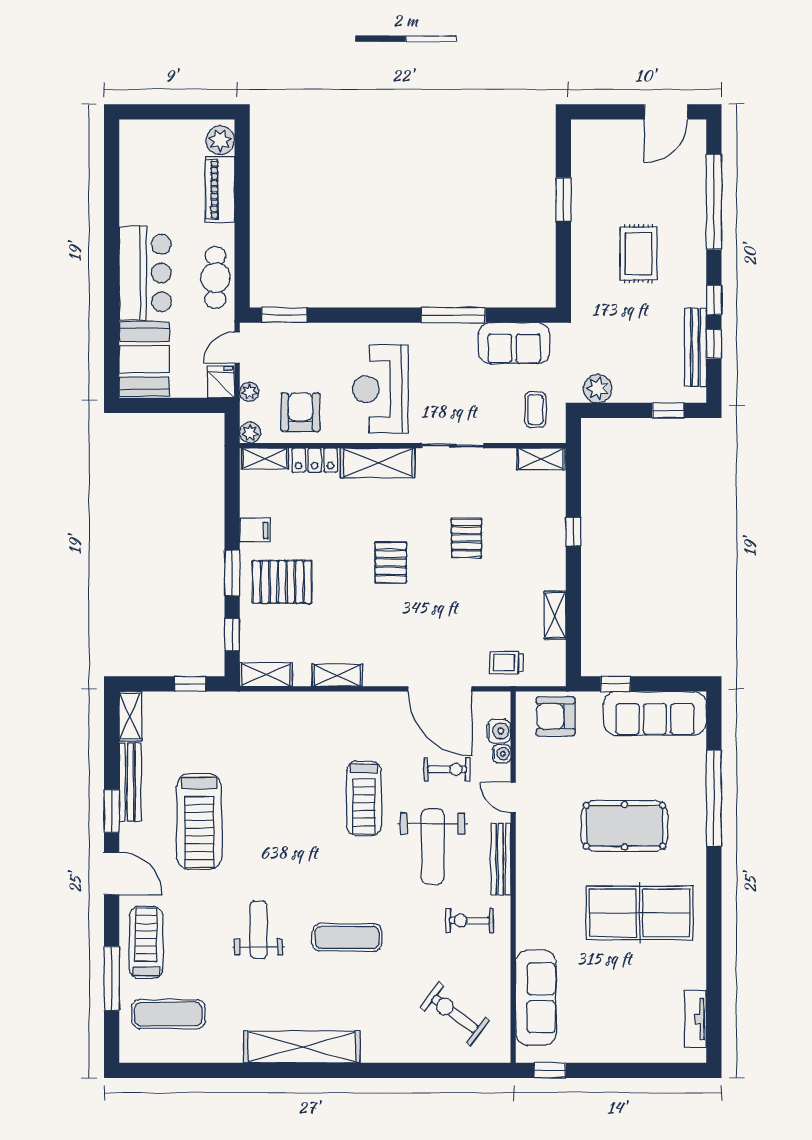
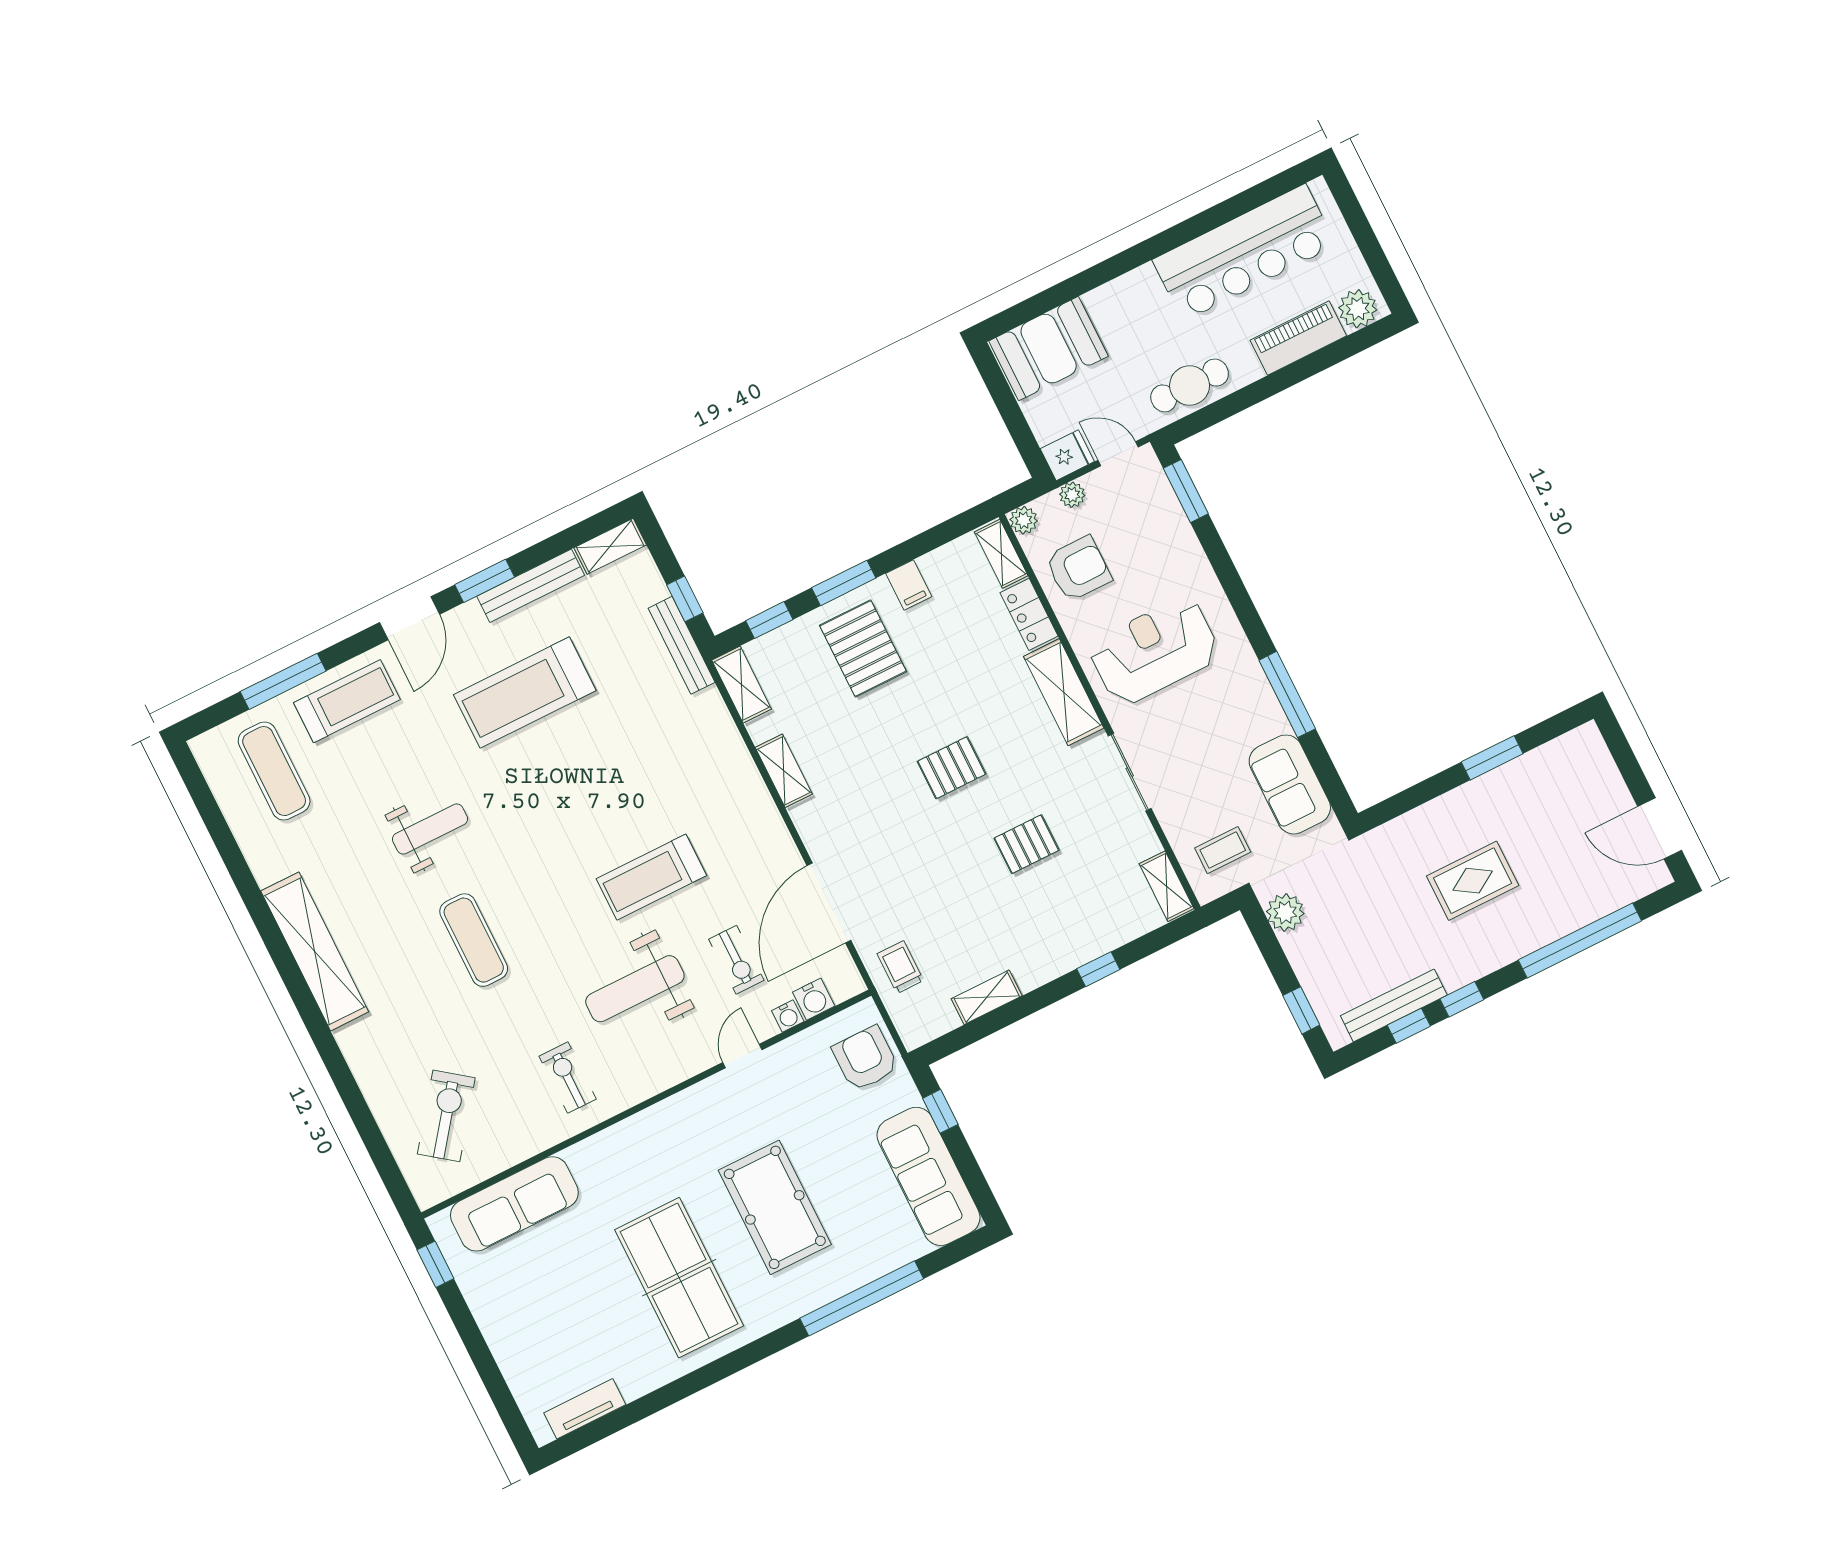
bar counter: (145, 273) -> (1244, 253), moved, width x1.36
bench: (501, 859) -> (682, 645), moved, turned 90

